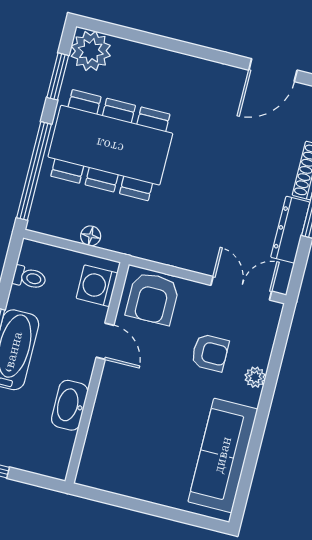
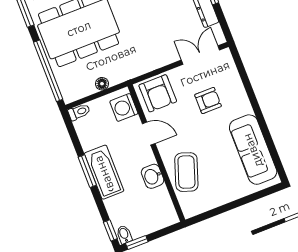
toilet: (29, 278) -> (79, 112), moved
plant: (255, 377) -> (241, 96), removed
washbasin: (70, 405) -> (153, 176), width x0.72
coffee table: (118, 424) -> (186, 172), added

